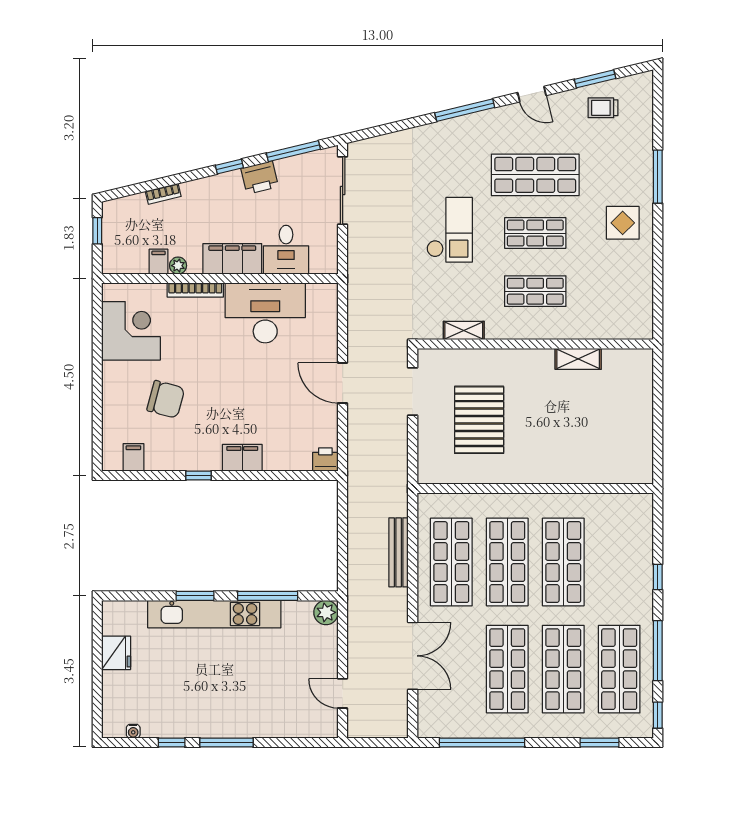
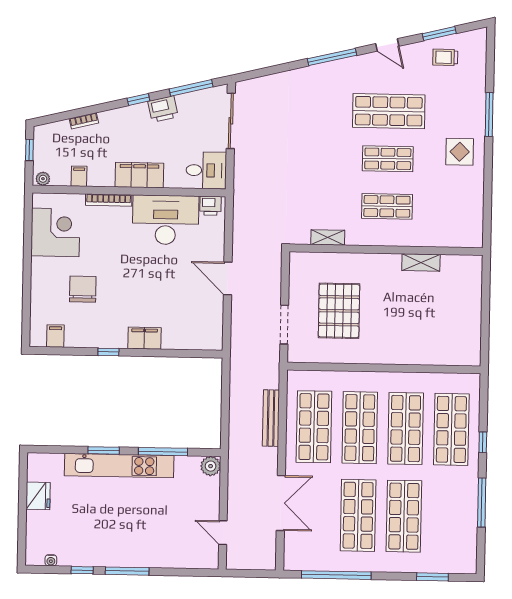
checkout: (450, 230) -> (318, 155), removed
desk: (286, 250) -> (206, 170), moved, turned -90
plant: (178, 266) -> (43, 179), moved
doorway: (413, 391) -> (284, 325), moved
chair: (166, 399) -> (83, 289), turned -105
printer: (325, 459) -> (211, 206), moved, turned 180
shop shelf: (619, 669) -> (451, 429), moved
window: (658, 715) -> (481, 555), removed

